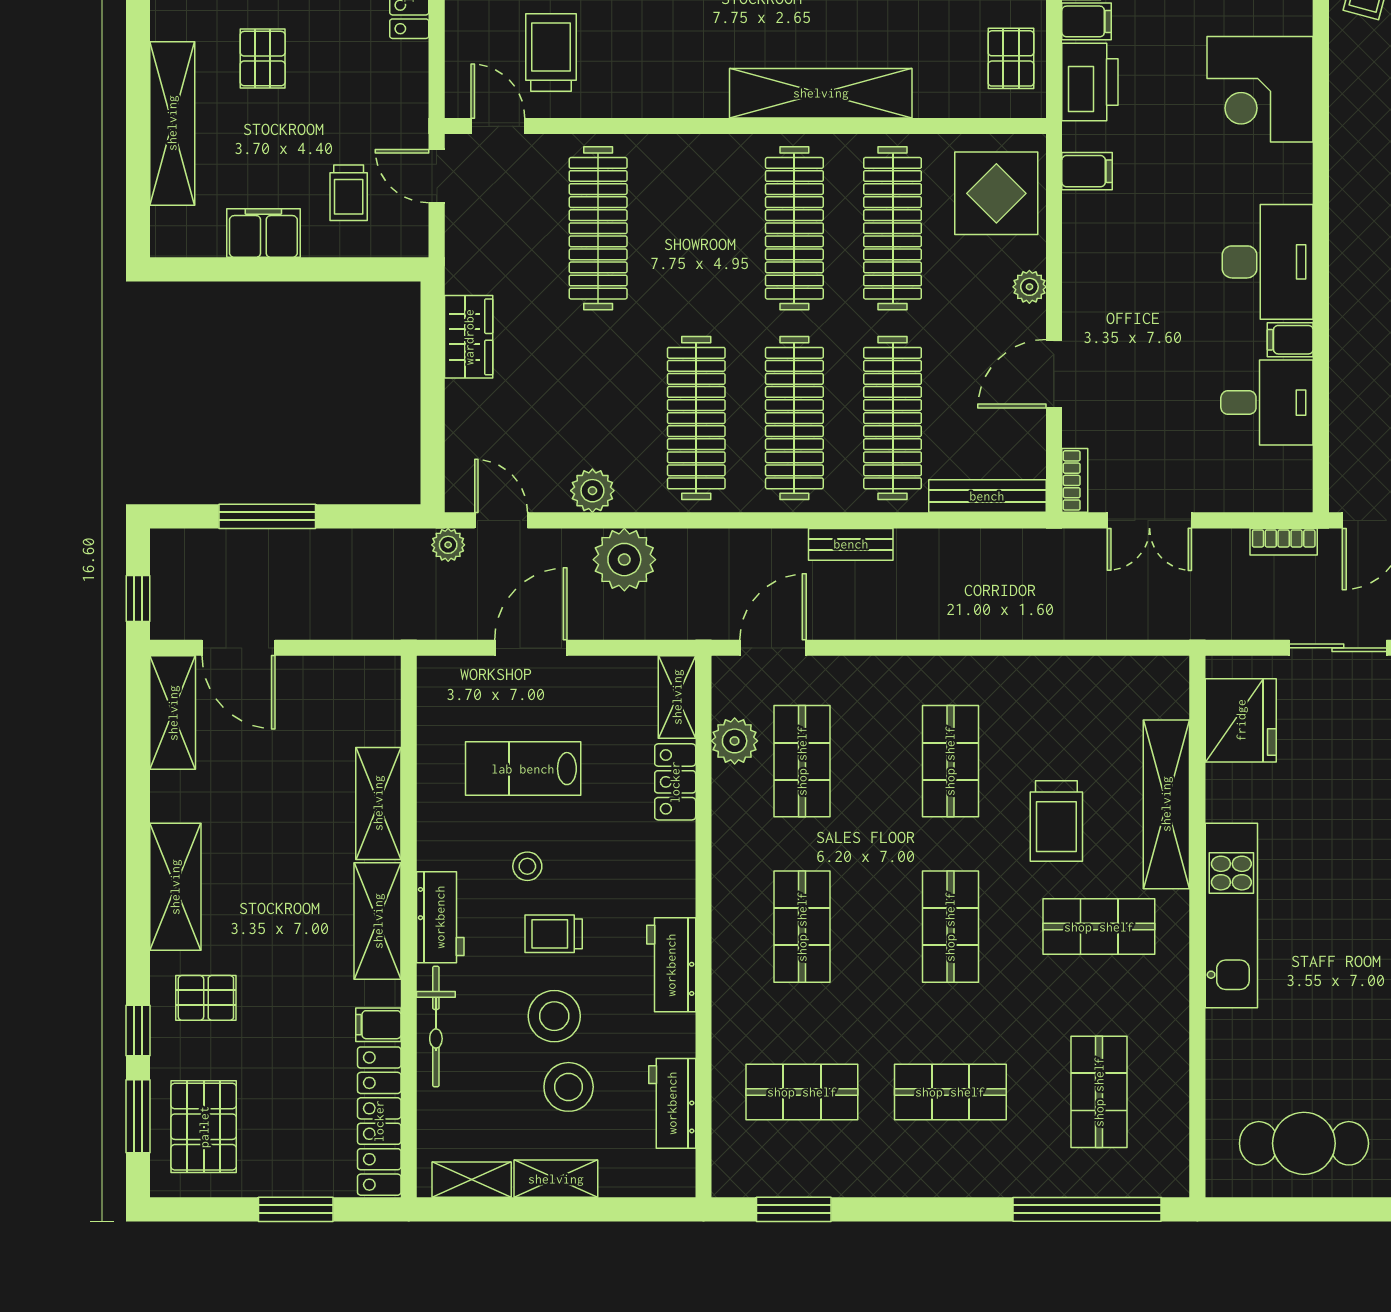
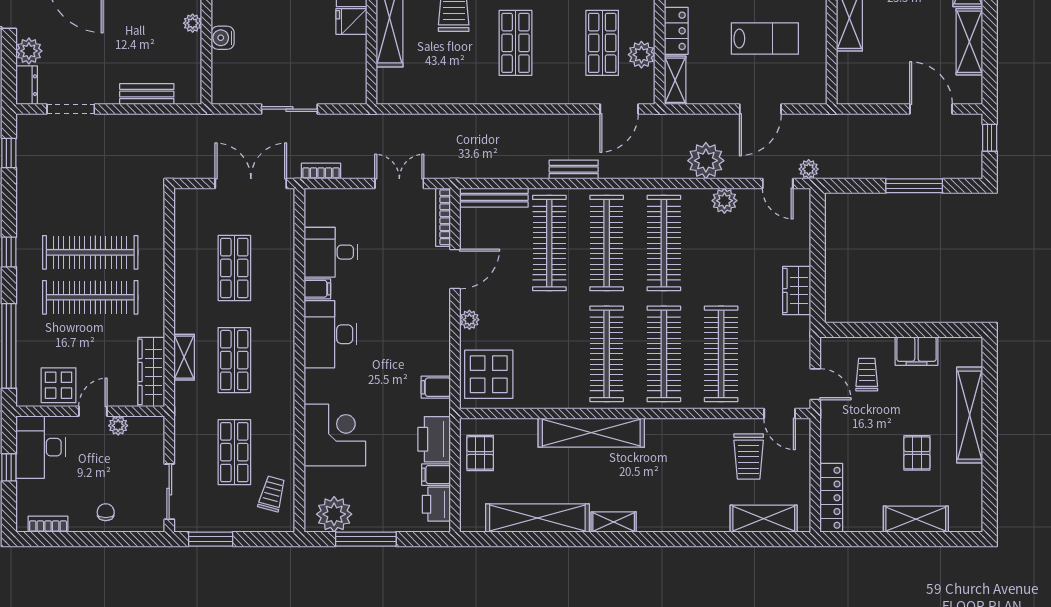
clothes rail: (893, 228) -> (664, 354), moved
bookcase: (1075, 480) -> (443, 217), width x1.56
shelving: (173, 713) -> (969, 42), moved
fridge: (1241, 720) -> (351, 21), moved, width x0.53, depth x0.75

